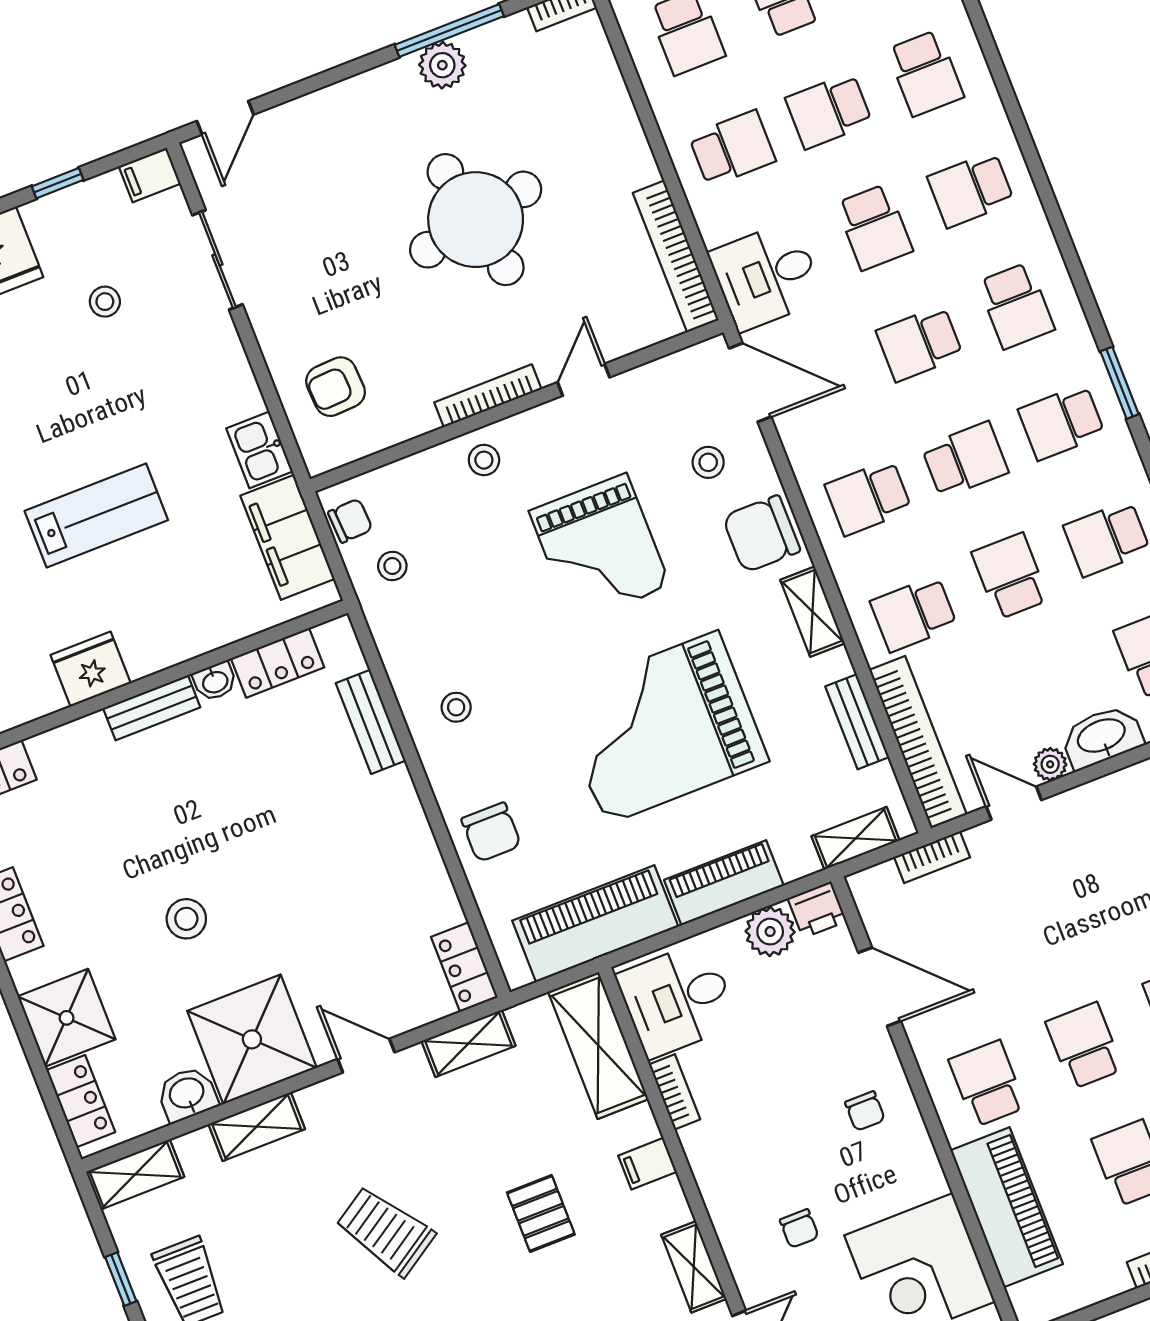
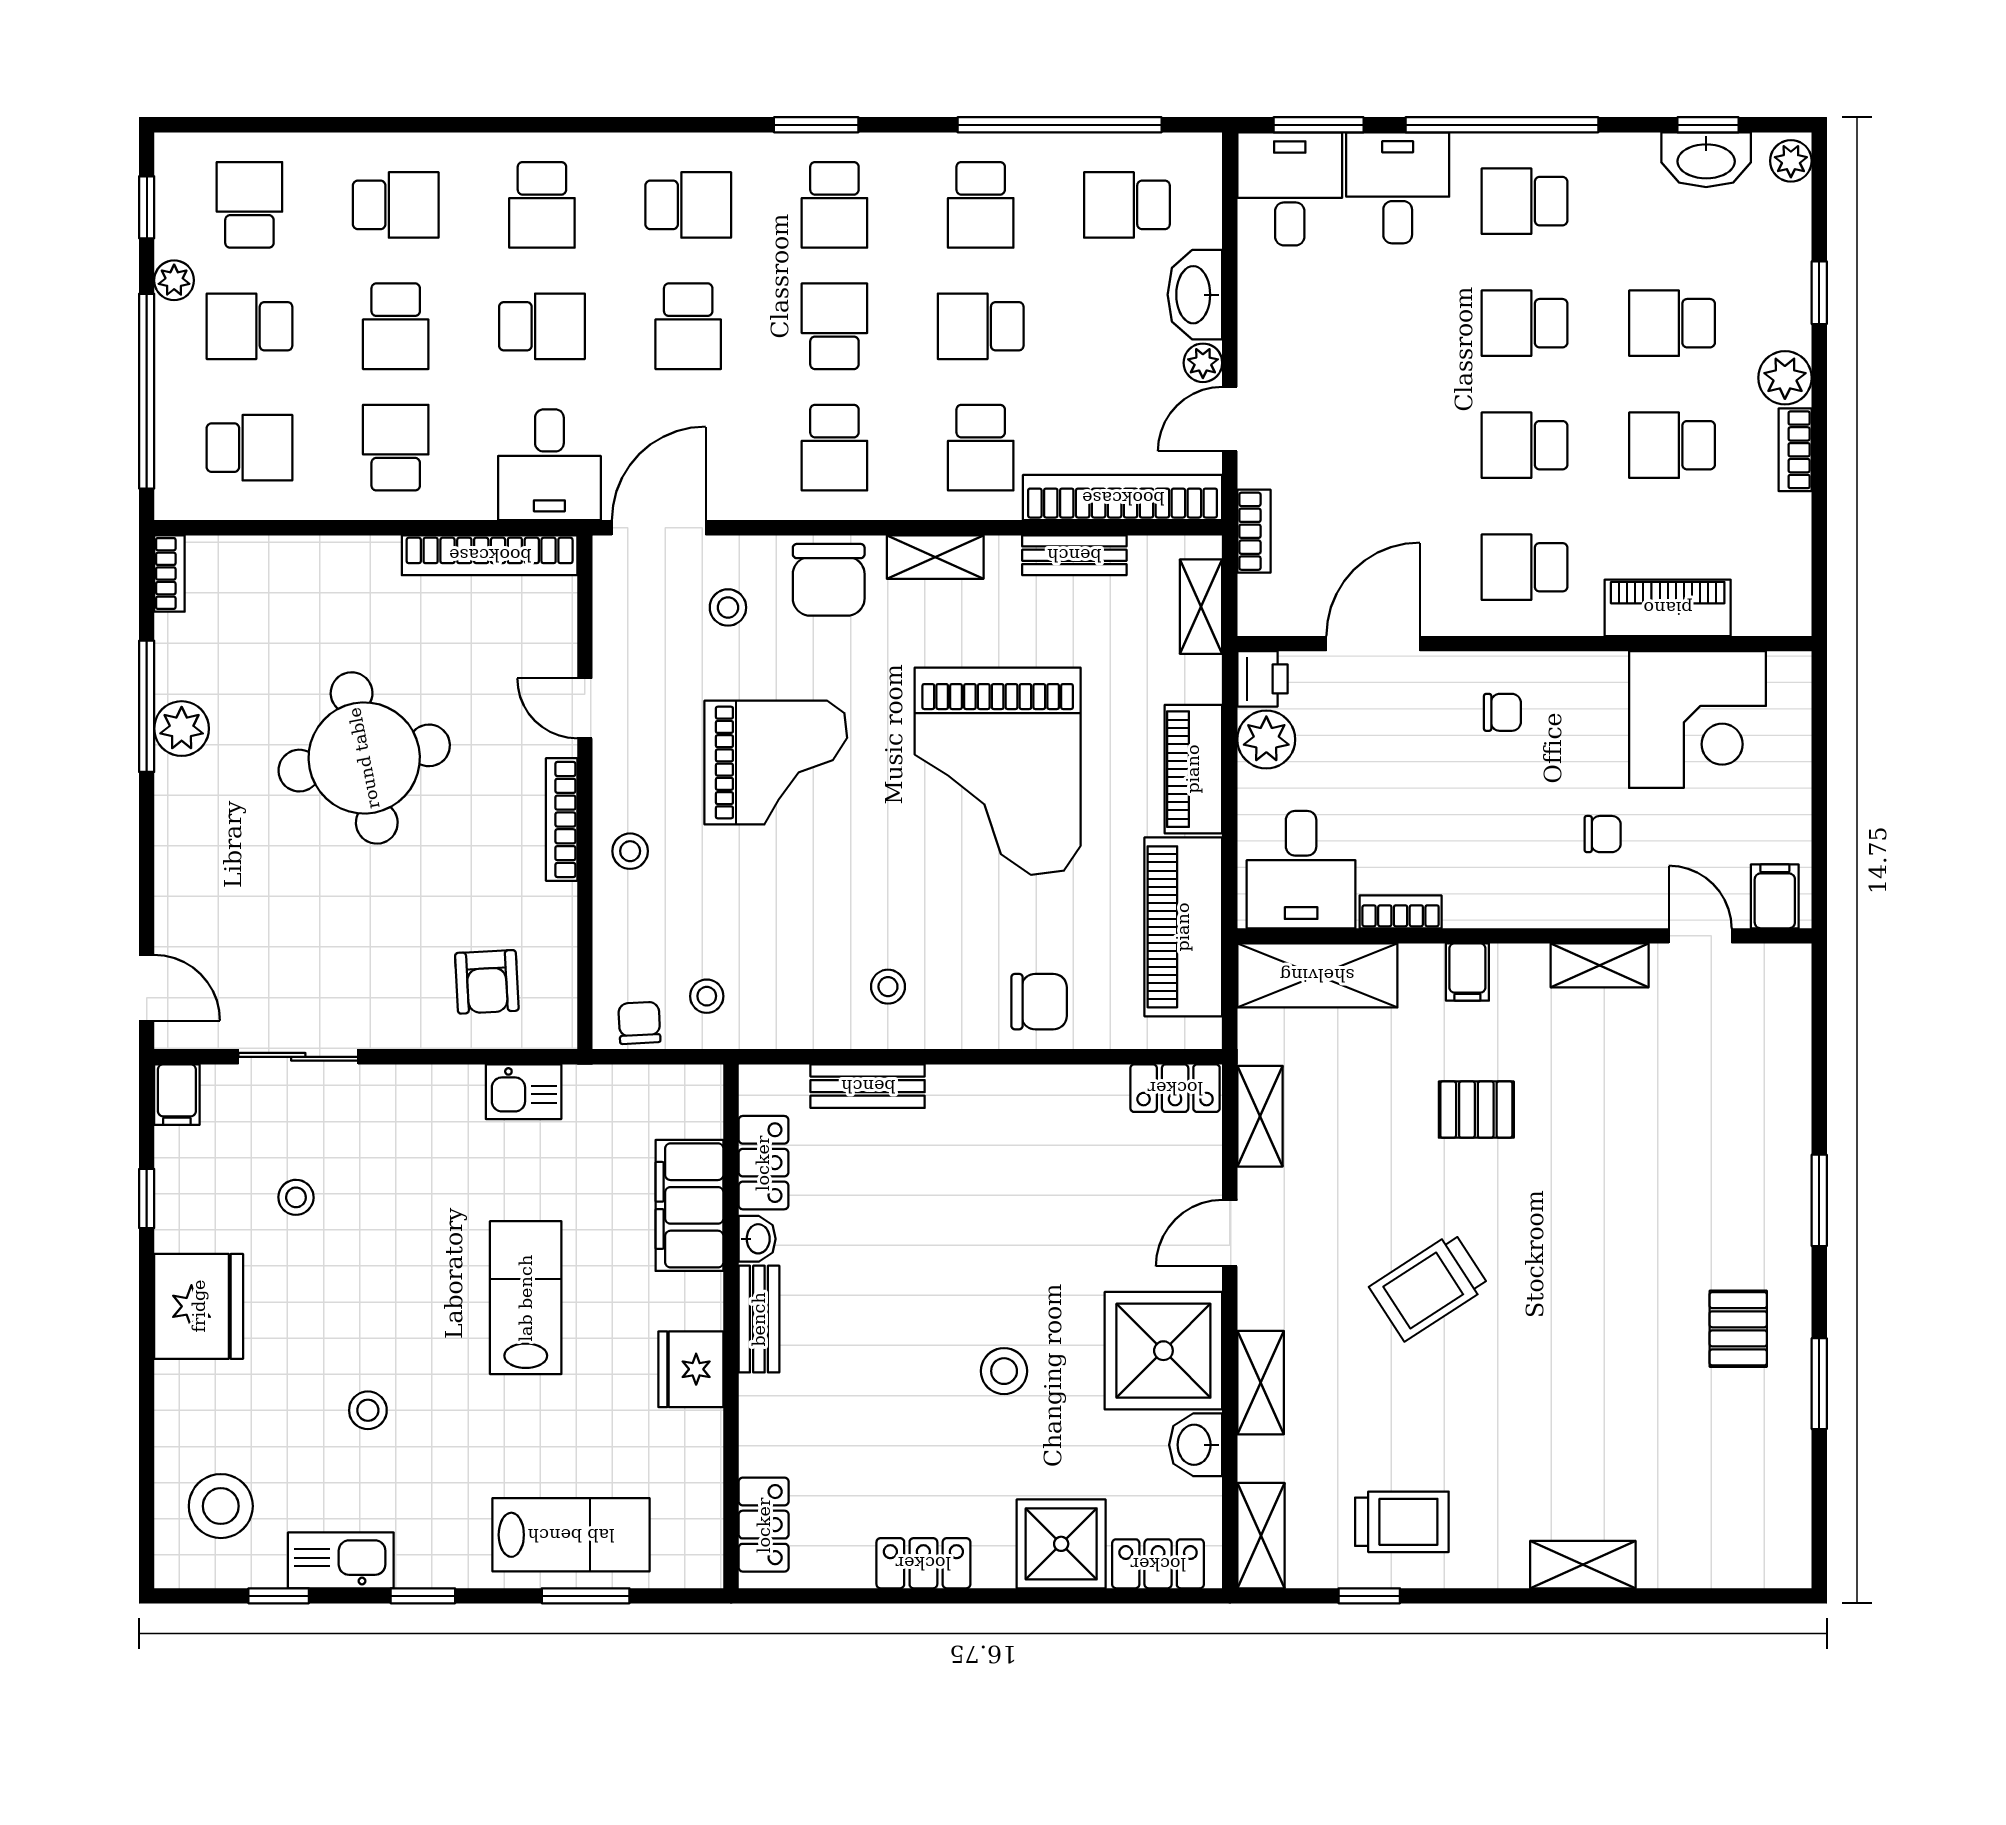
filing cabinet: (288, 537) -> (689, 1205), moved, turned 90
piano: (1007, 1207) -> (1668, 608), width x0.73, depth x0.75

